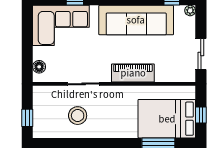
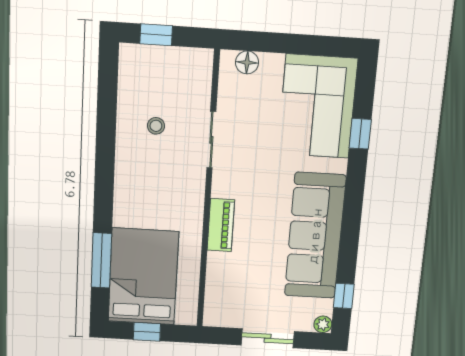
sliding door: (201, 54) -> (268, 338), moved
piano: (133, 73) -> (221, 225), width x0.73, depth x0.75
stool: (78, 116) -> (156, 126), width x0.53, depth x0.53

